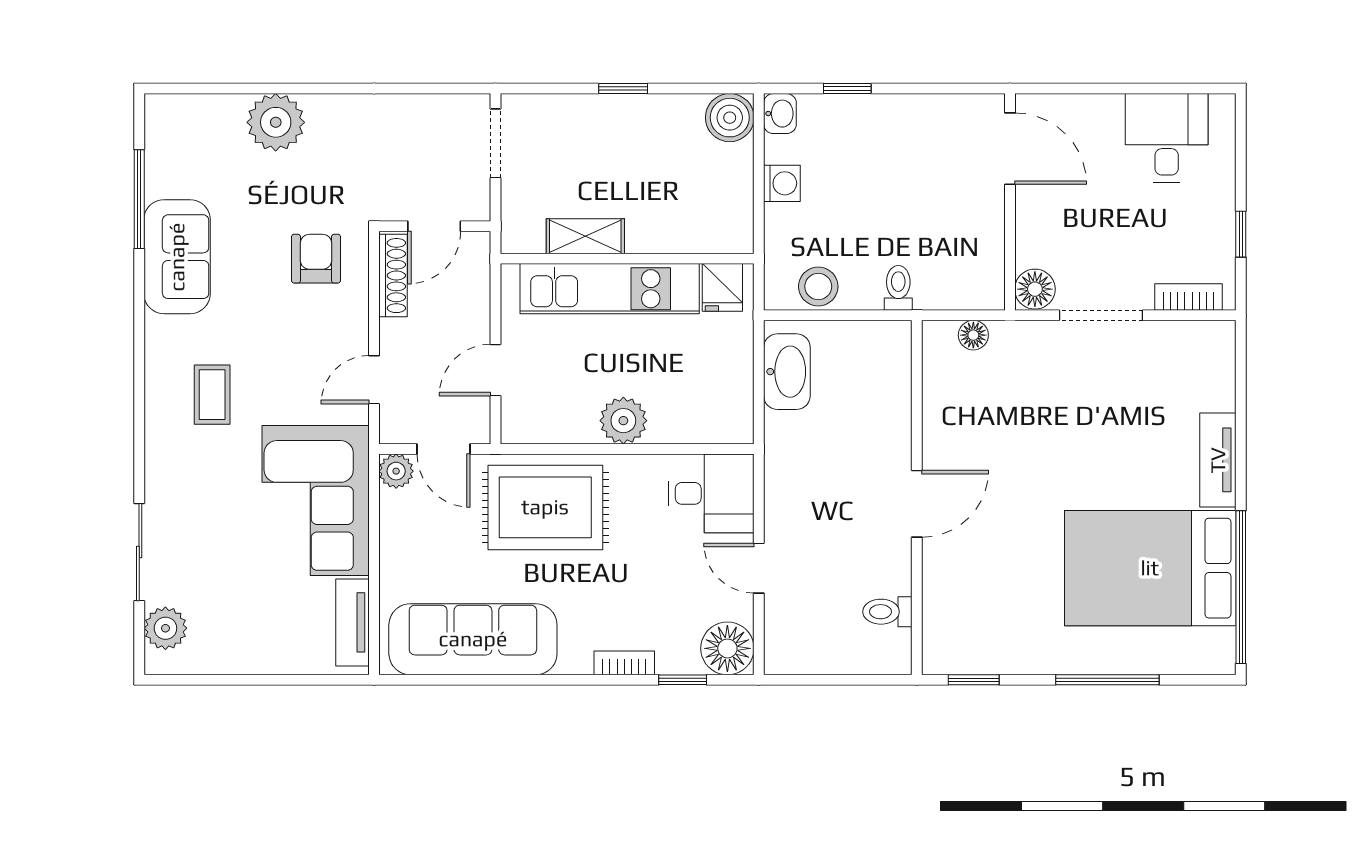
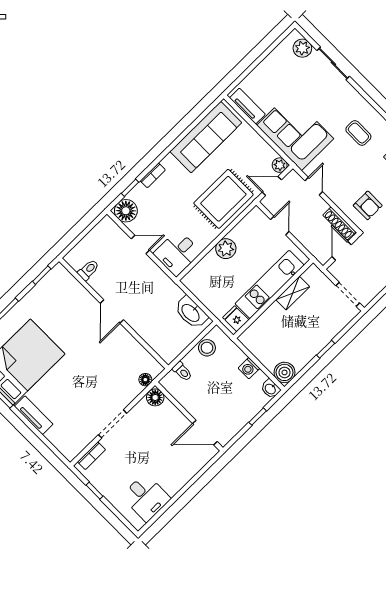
door: (1010, 149) -> (205, 433), moved
wall: (1010, 202) -> (189, 416), moved
floor lamp: (1035, 289) -> (155, 397), moved

